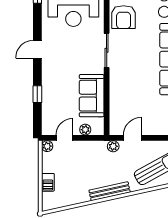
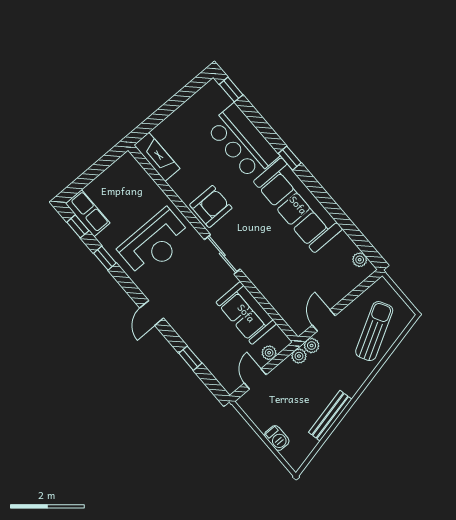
armchair: (124, 17) -> (211, 206), turned -90
plant: (47, 146) -> (299, 356), moved
bench: (110, 191) -> (330, 416), moved

